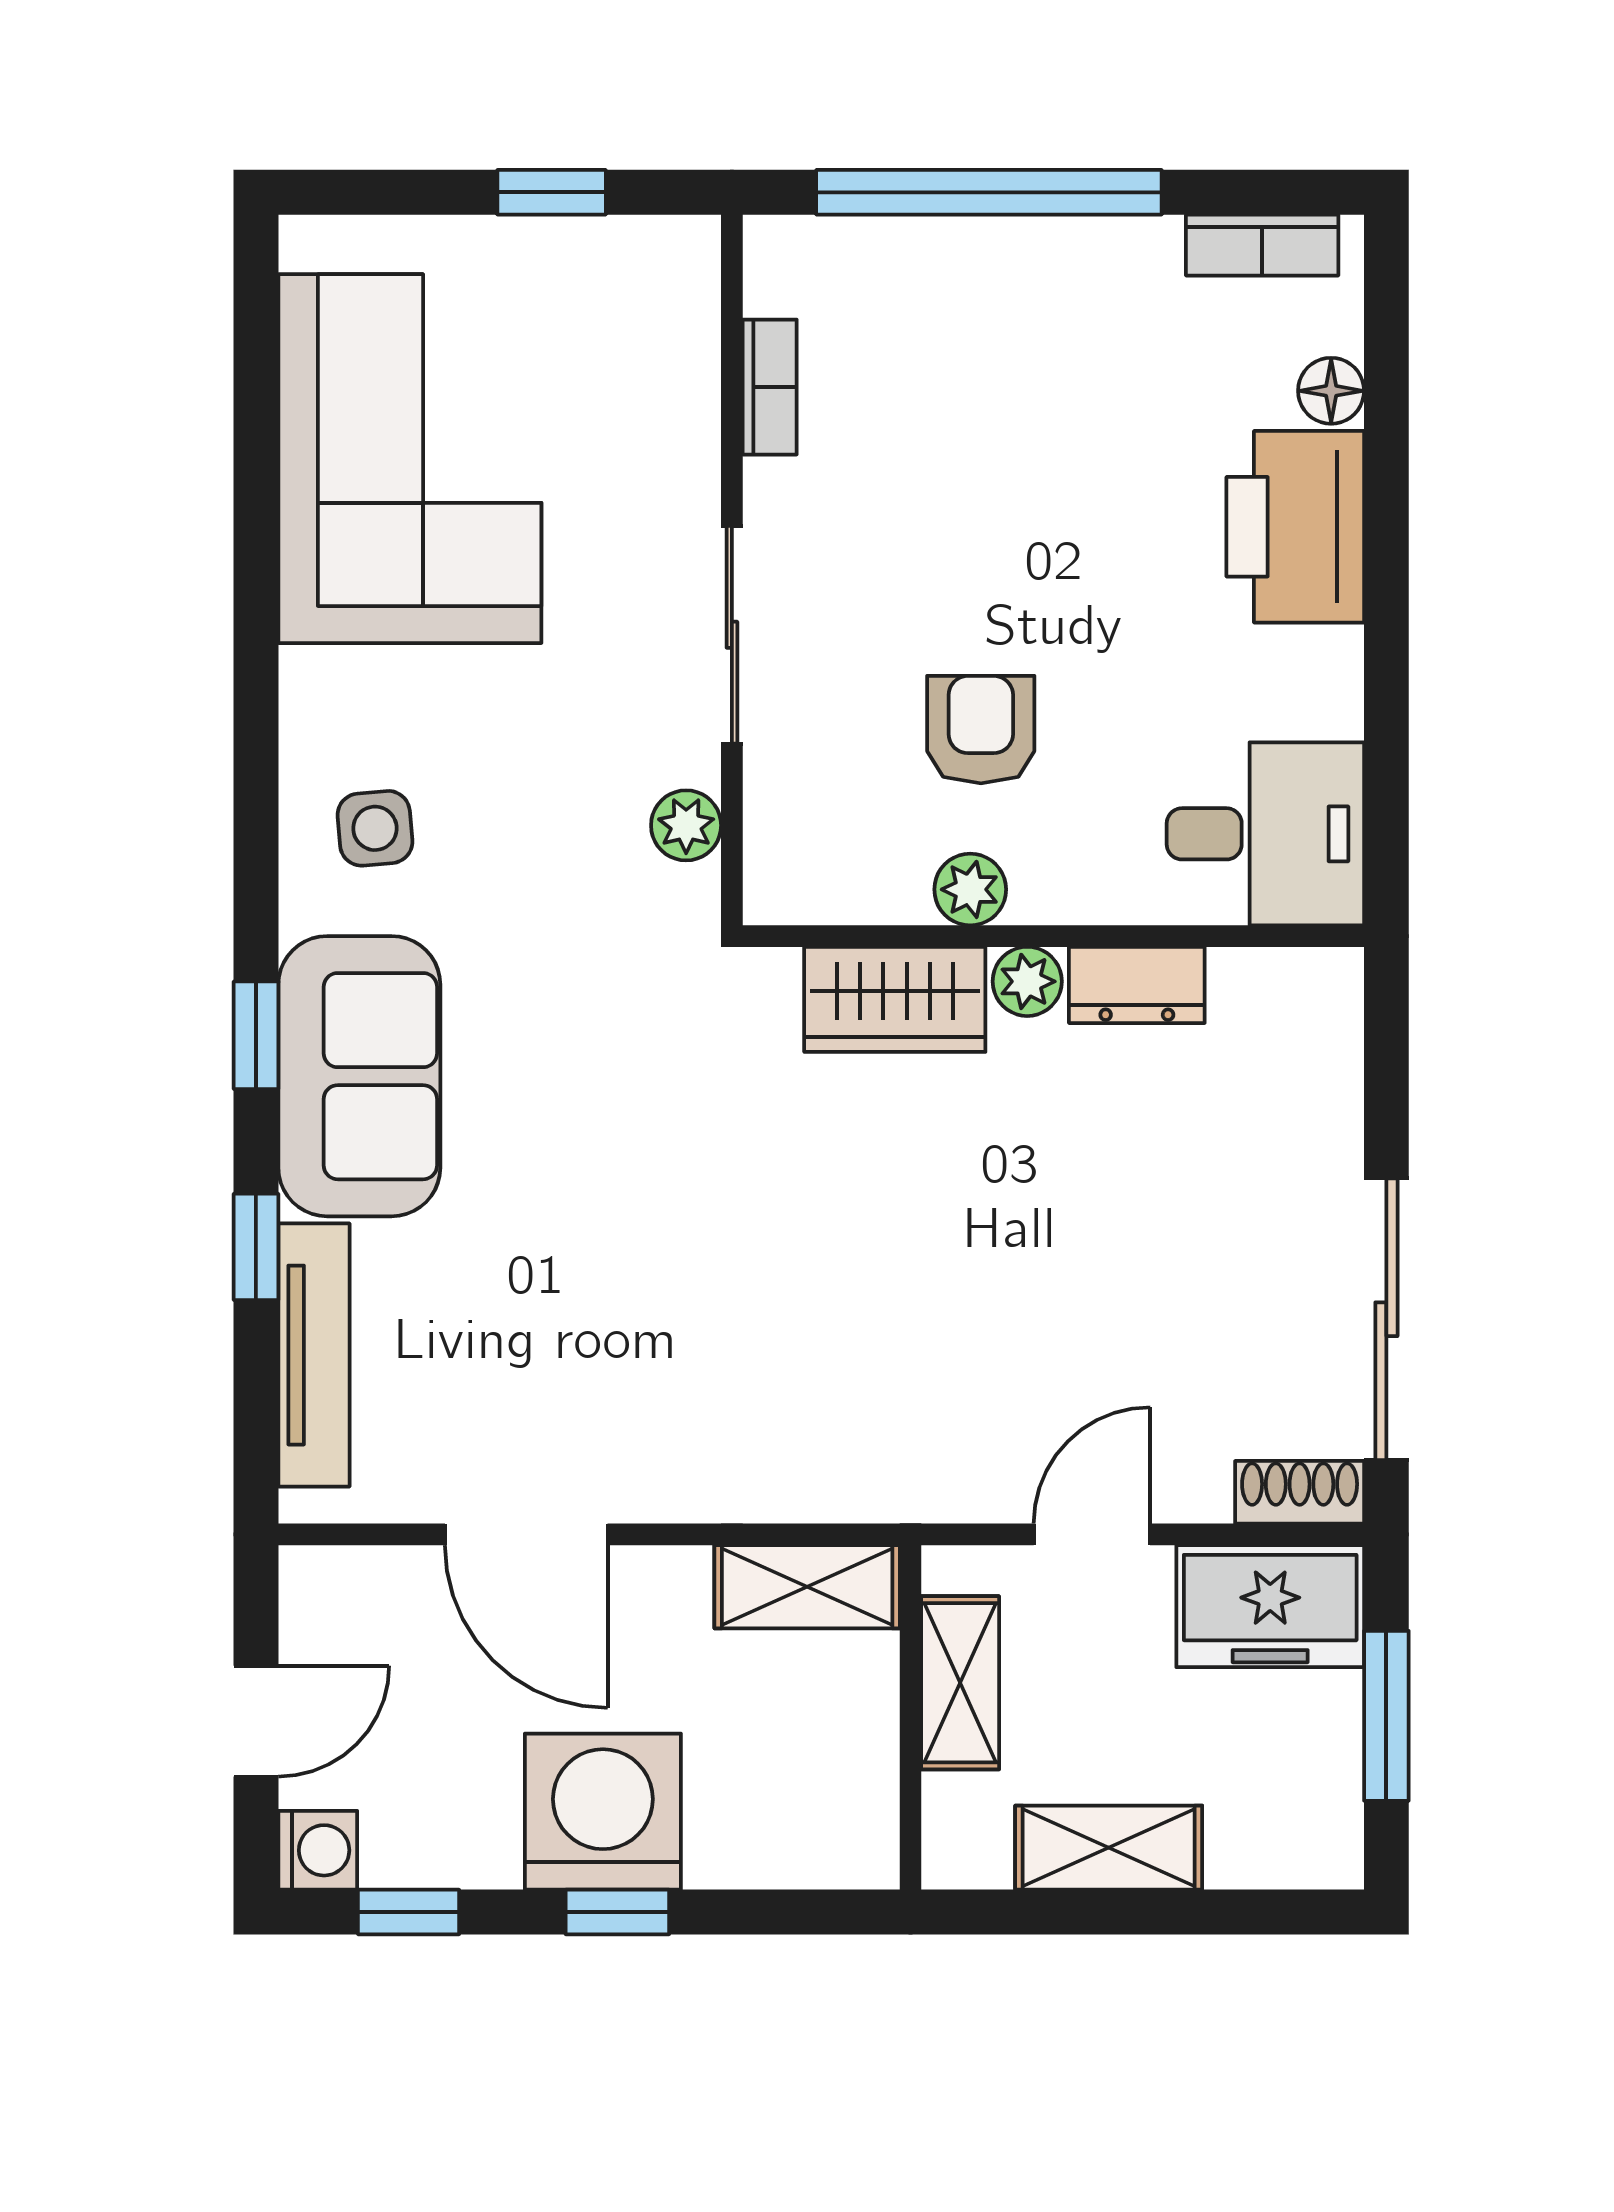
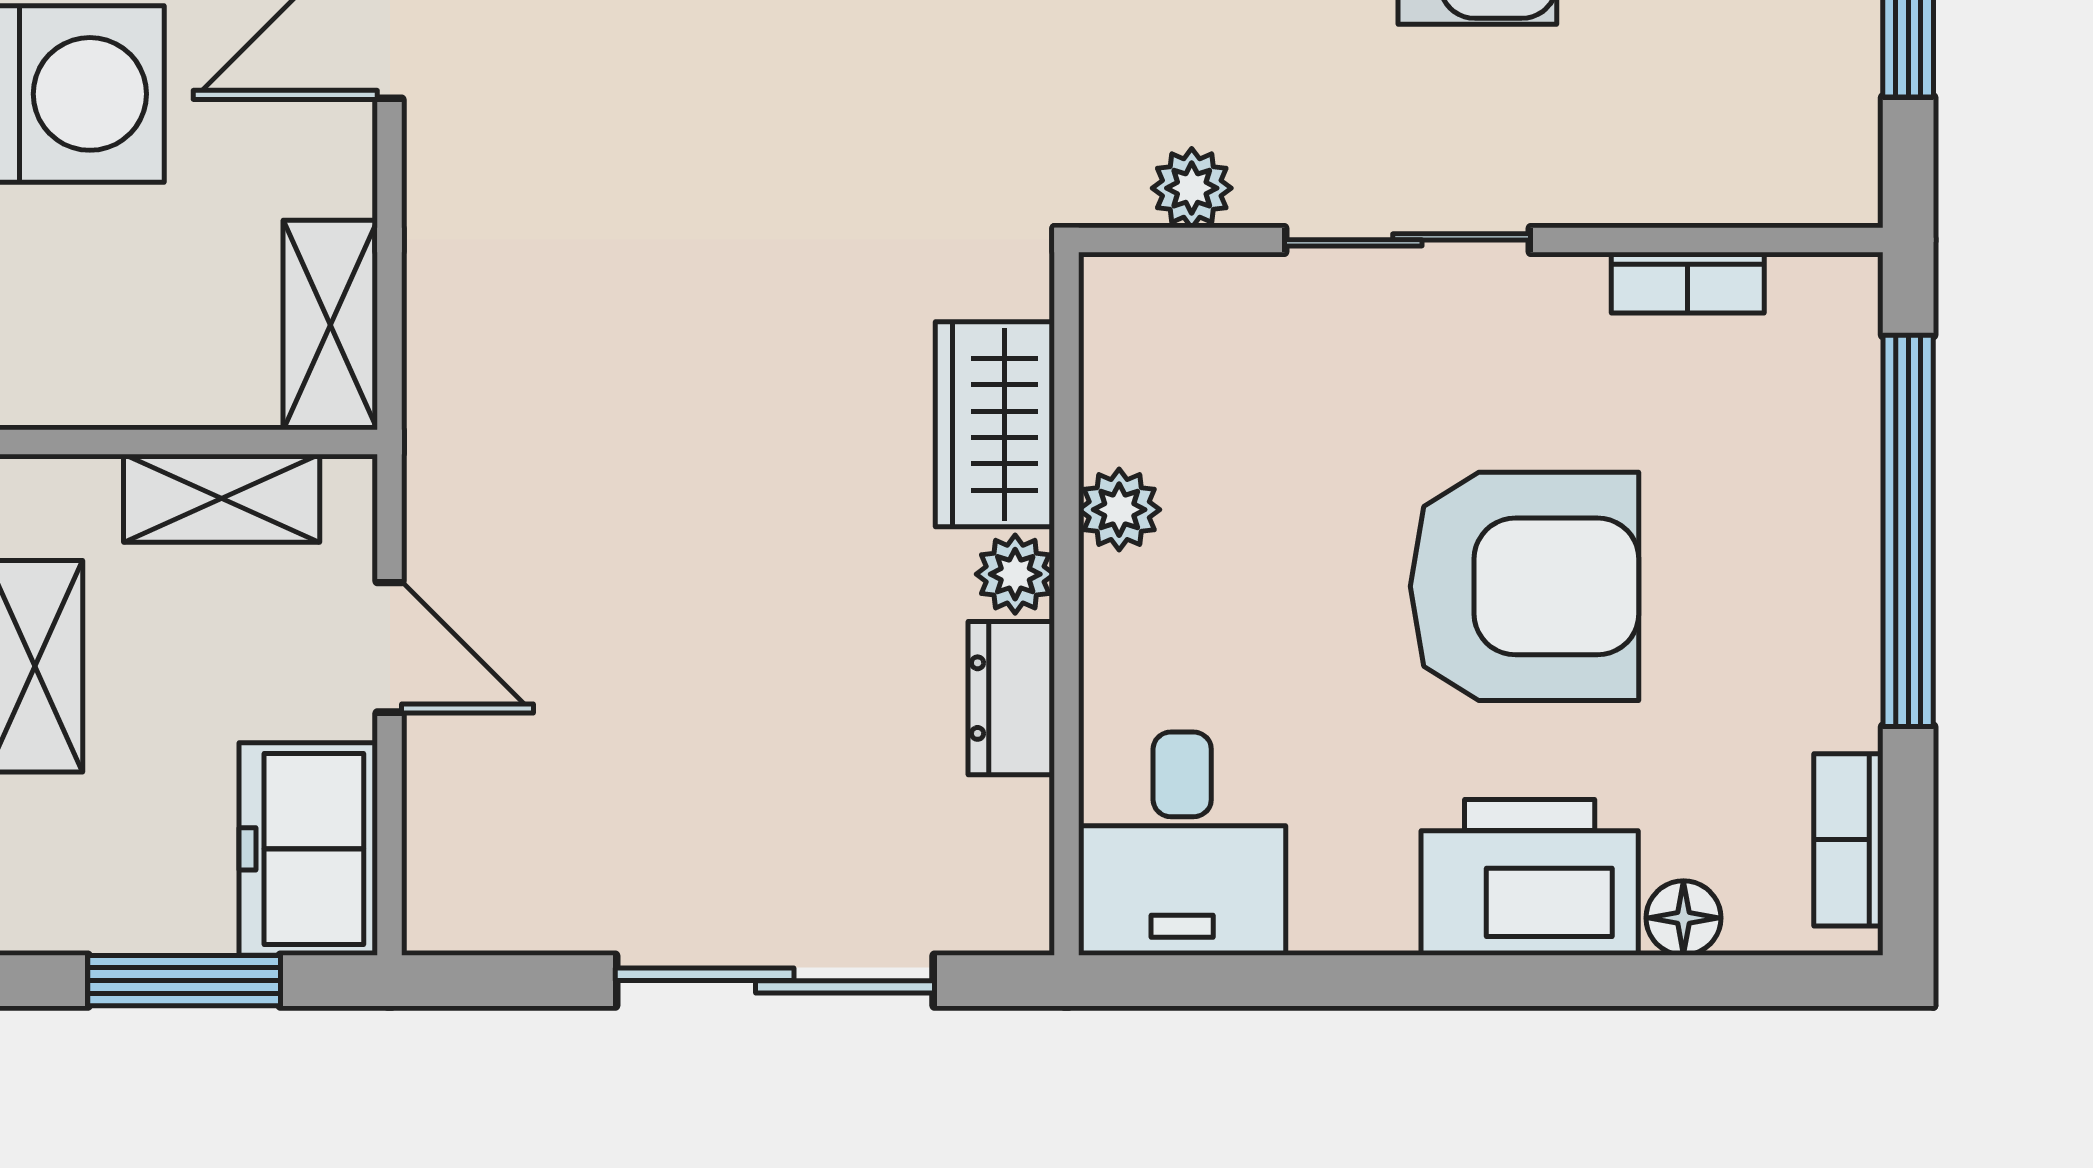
armchair: (981, 730) -> (1524, 586), moved, width x1.88, depth x1.88
sliding door: (1386, 1319) -> (775, 981), moved
shoe rack: (1300, 1492) -> (437, 882), removed

